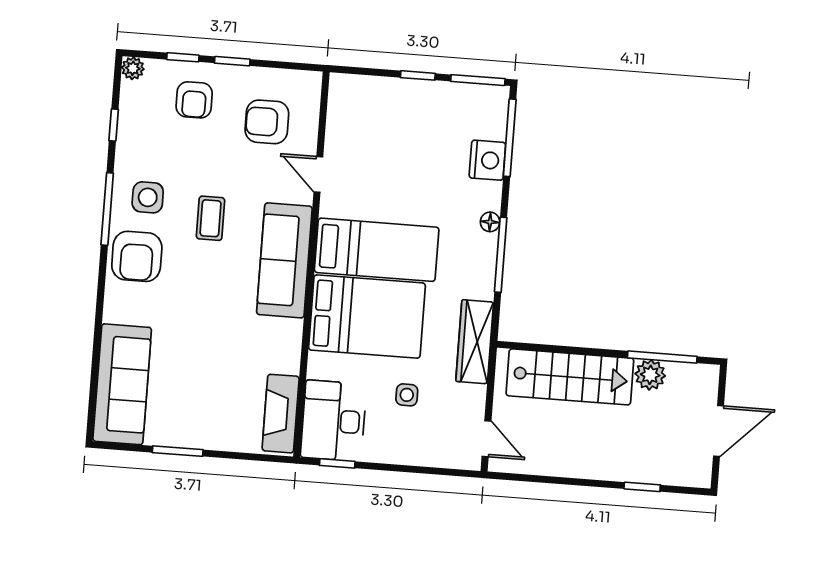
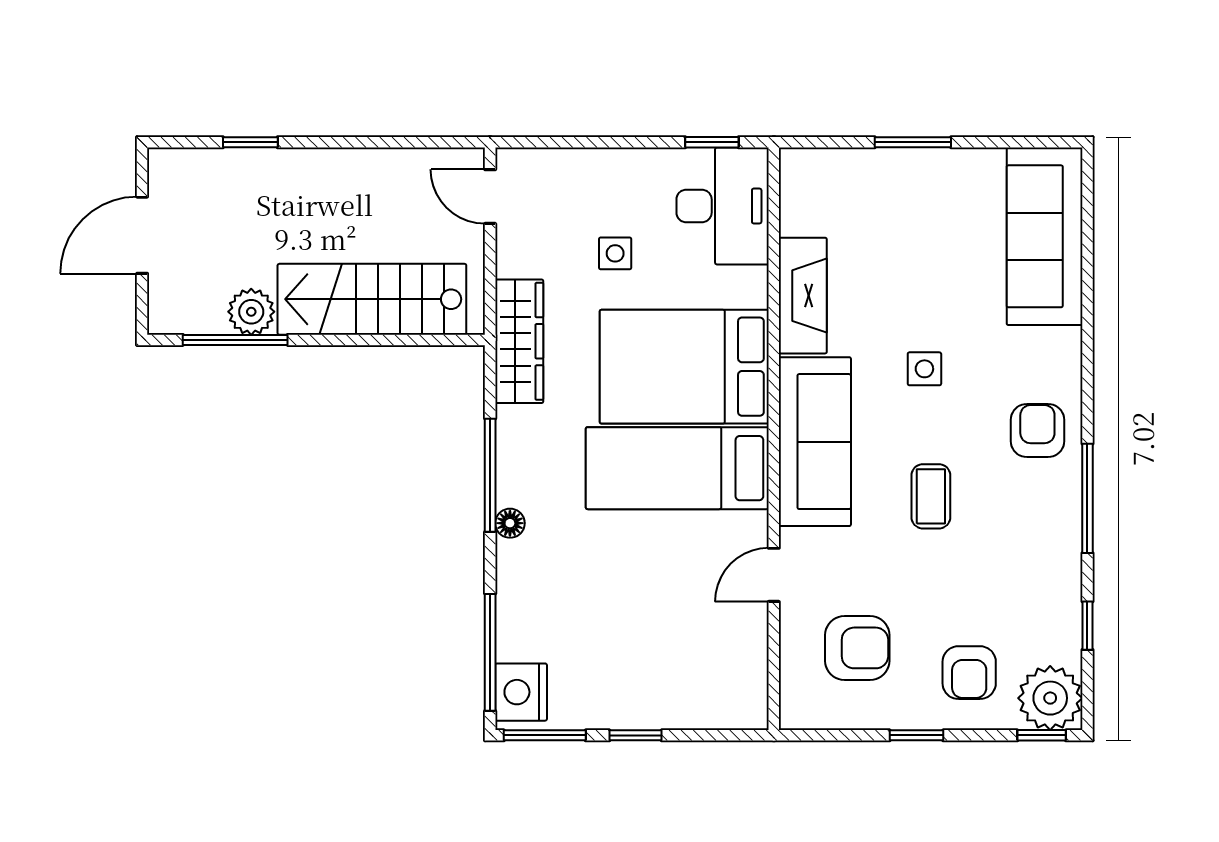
window: (183, 57) -> (1042, 735), moved
plant: (133, 68) -> (1050, 698), width x1.88, depth x1.88
armchair: (194, 100) -> (969, 673), turned 180
nightstand: (487, 160) -> (521, 692), moved
door: (318, 174) -> (774, 575), swing flipped
side table: (148, 197) -> (924, 369), moved, width x0.73, depth x0.73
armchair: (137, 256) -> (1037, 430), width x0.72, depth x0.72
fireplace: (281, 414) -> (803, 296), moved
window: (178, 451) -> (913, 142), moved

